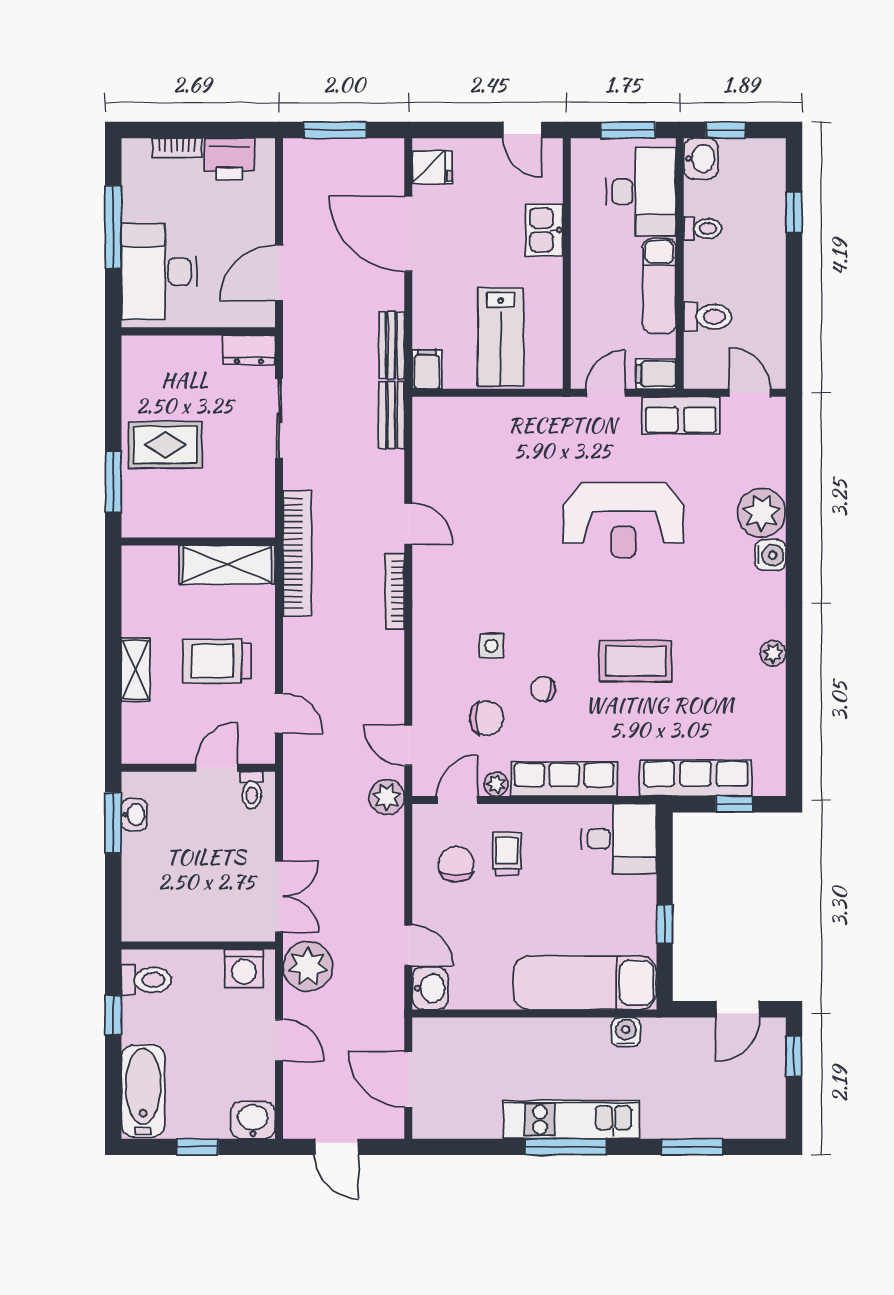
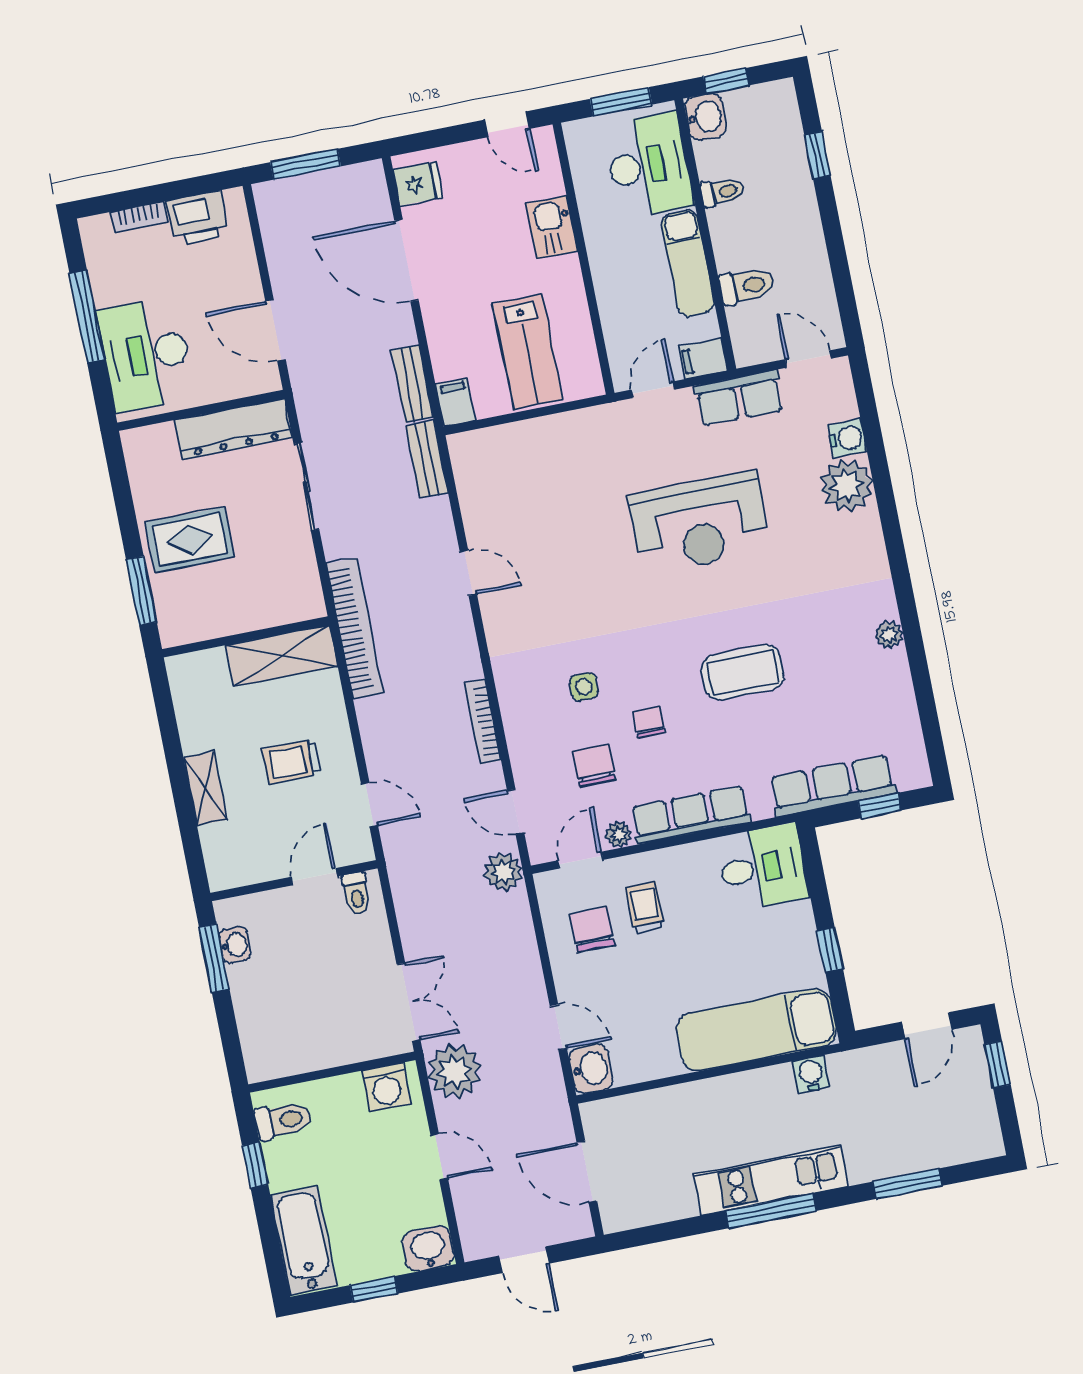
door: (279, 273) -> (275, 330), hinge flipped
dresser: (249, 350) -> (233, 429), width x1.96, depth x1.24
water cooler: (770, 555) -> (847, 438), moved
bookcase: (395, 591) -> (483, 722), moved
trolley: (217, 661) -> (292, 761), width x0.73, depth x0.72
chair: (543, 689) -> (649, 722), turned 79
chair: (487, 718) -> (594, 766), turned -90

